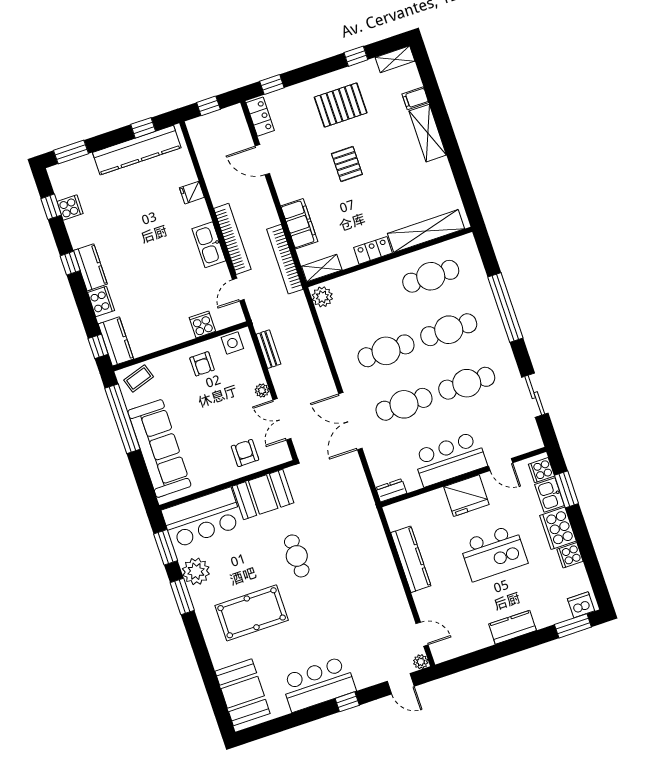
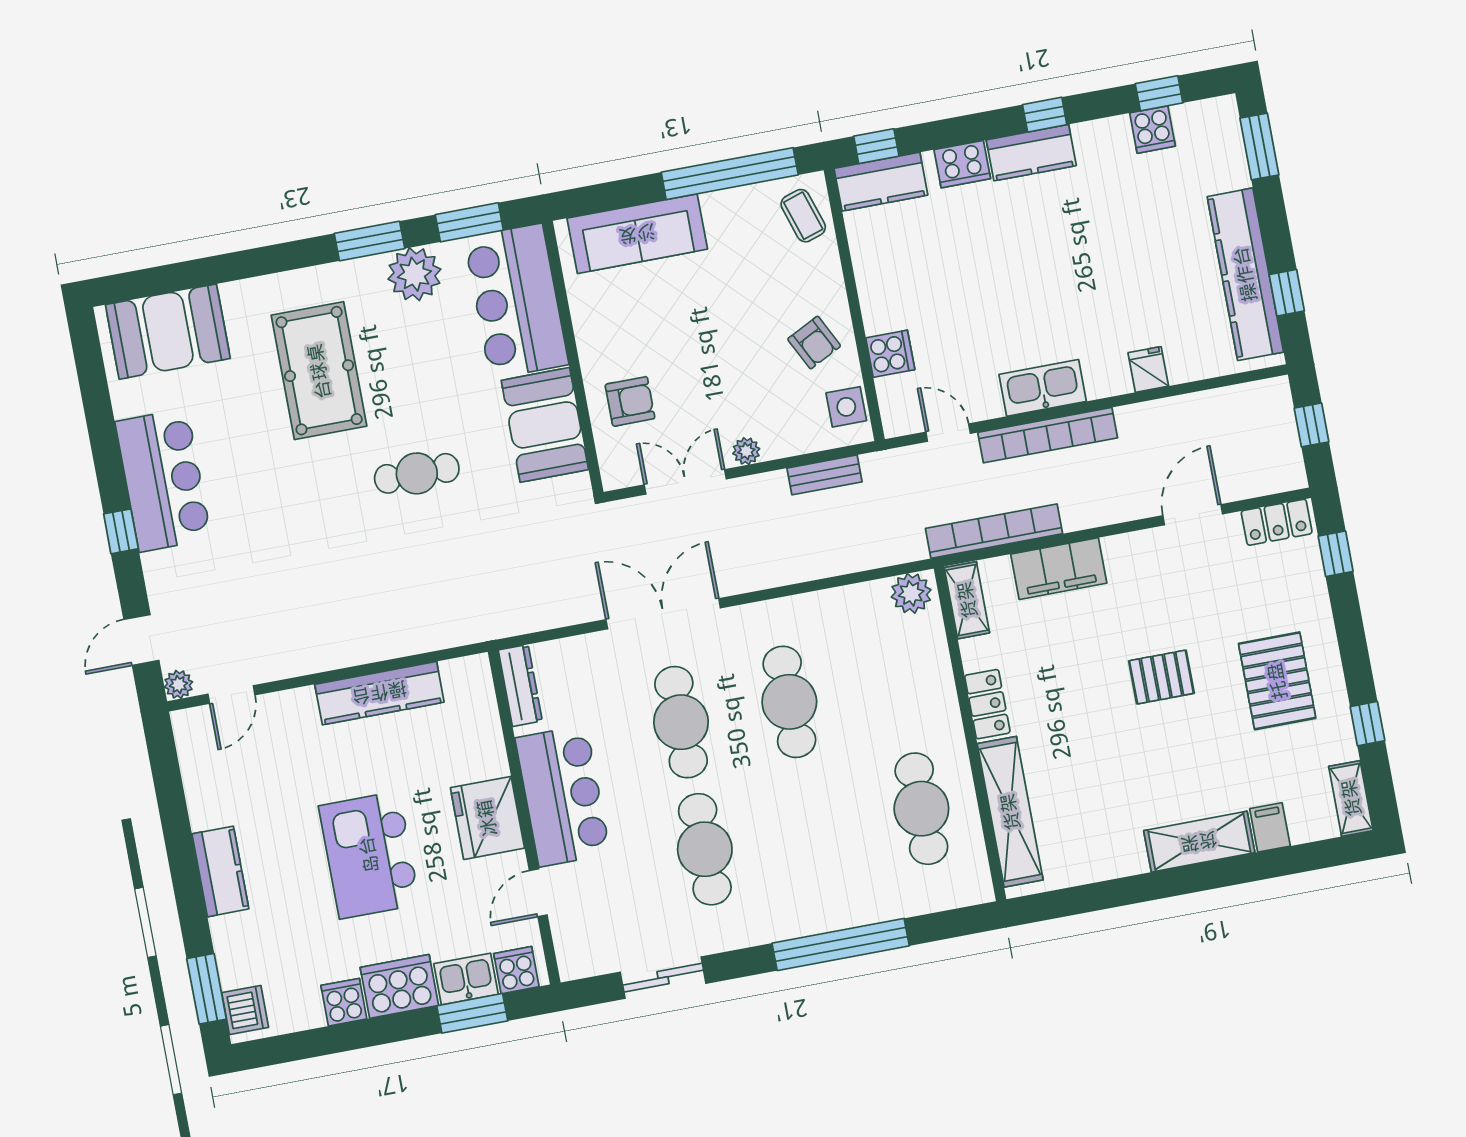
cafe table: (449, 330) -> (813, 829), removed
armchair: (202, 364) -> (814, 343), turned -117
sofa: (159, 448) -> (637, 234), width x0.74, depth x0.79
dresser: (391, 490) -> (520, 685), width x1.44

